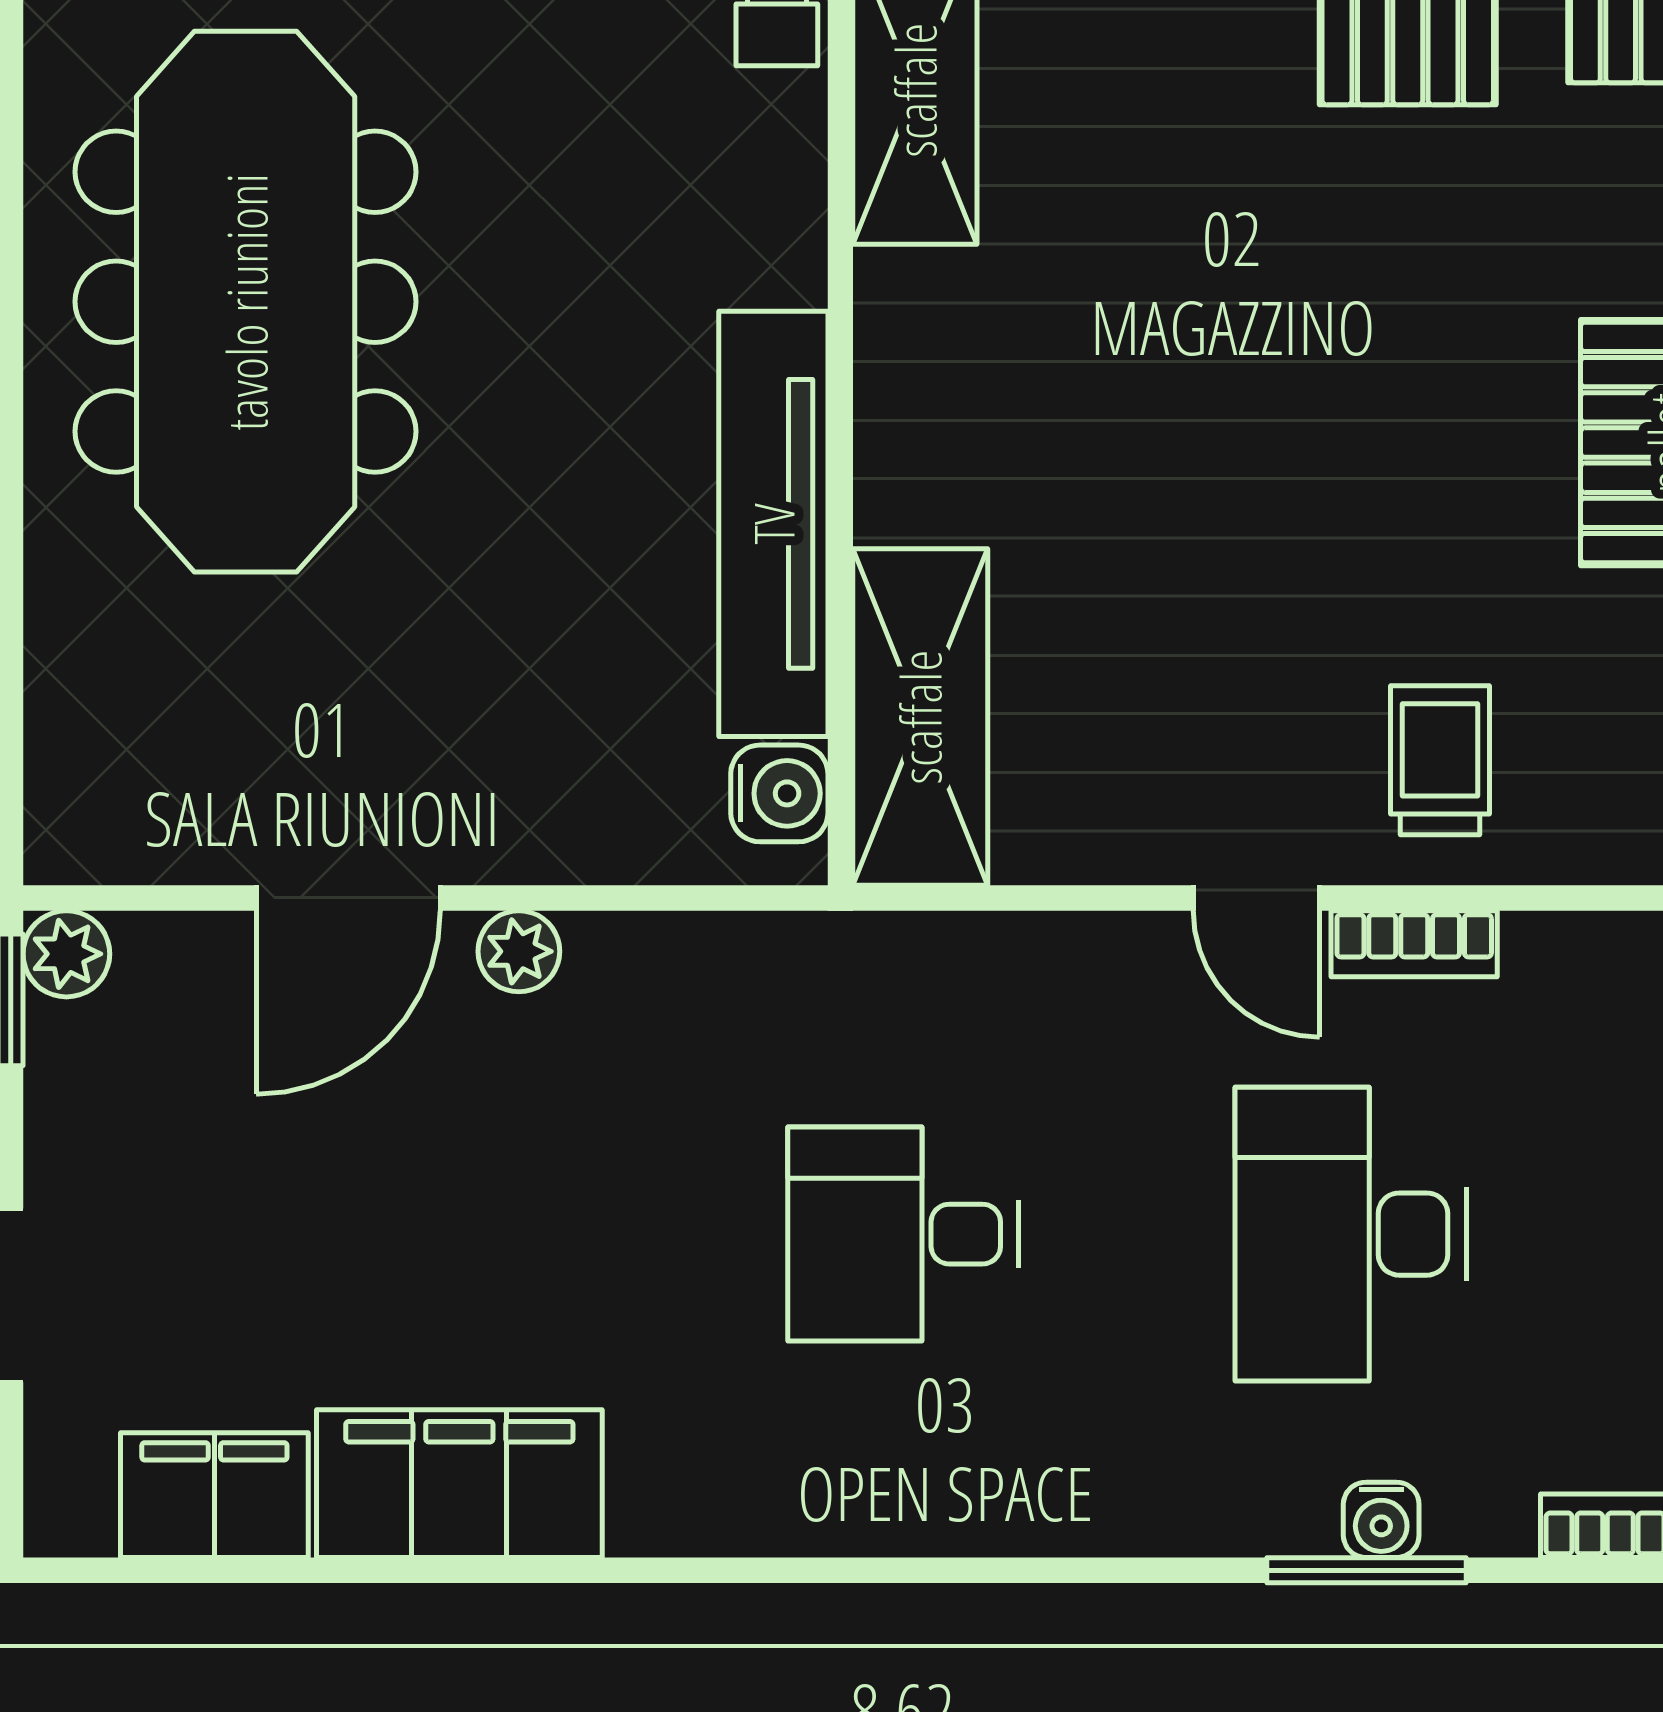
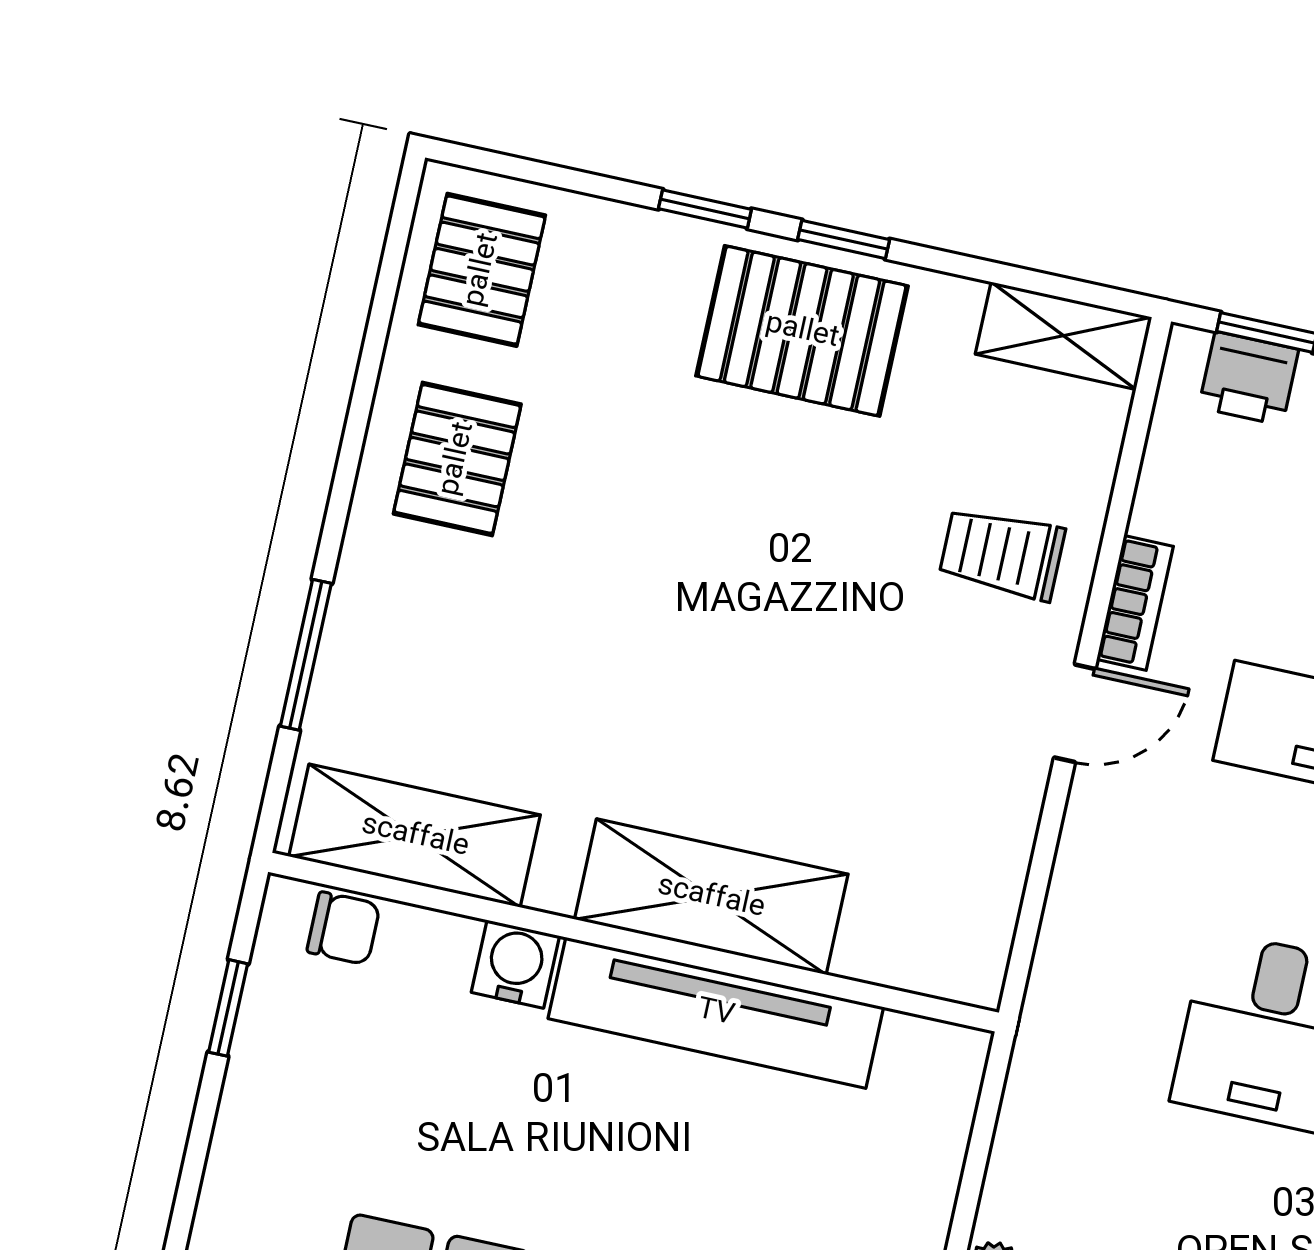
shelving: (920, 717) -> (711, 897), moved
water cooler: (779, 793) -> (515, 964), moved

